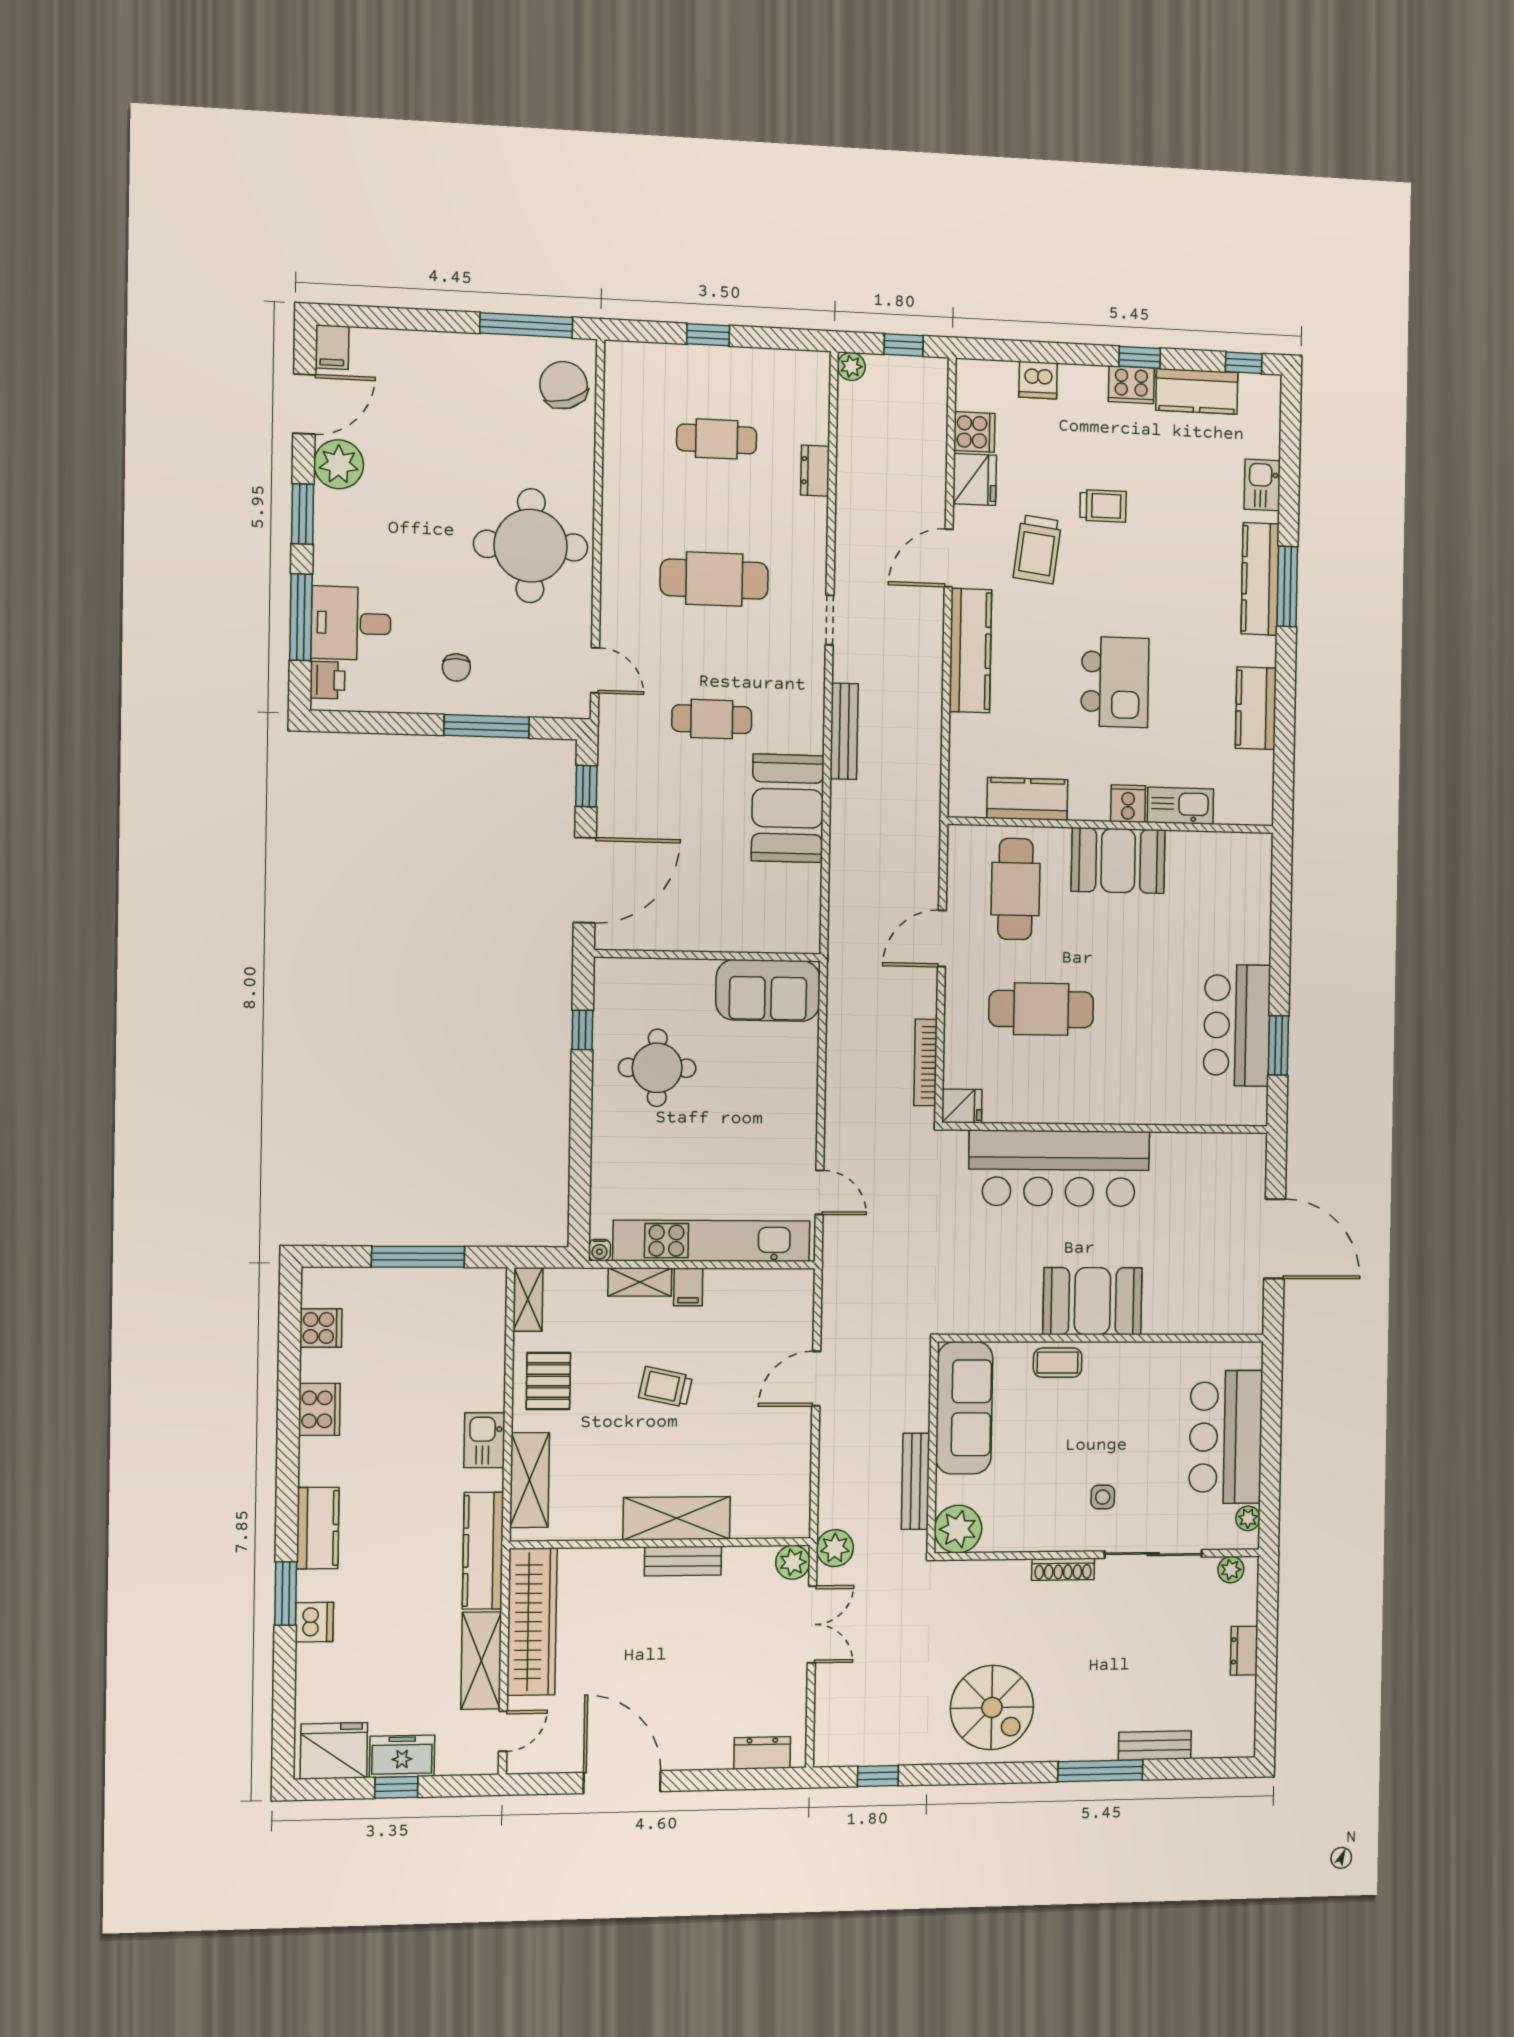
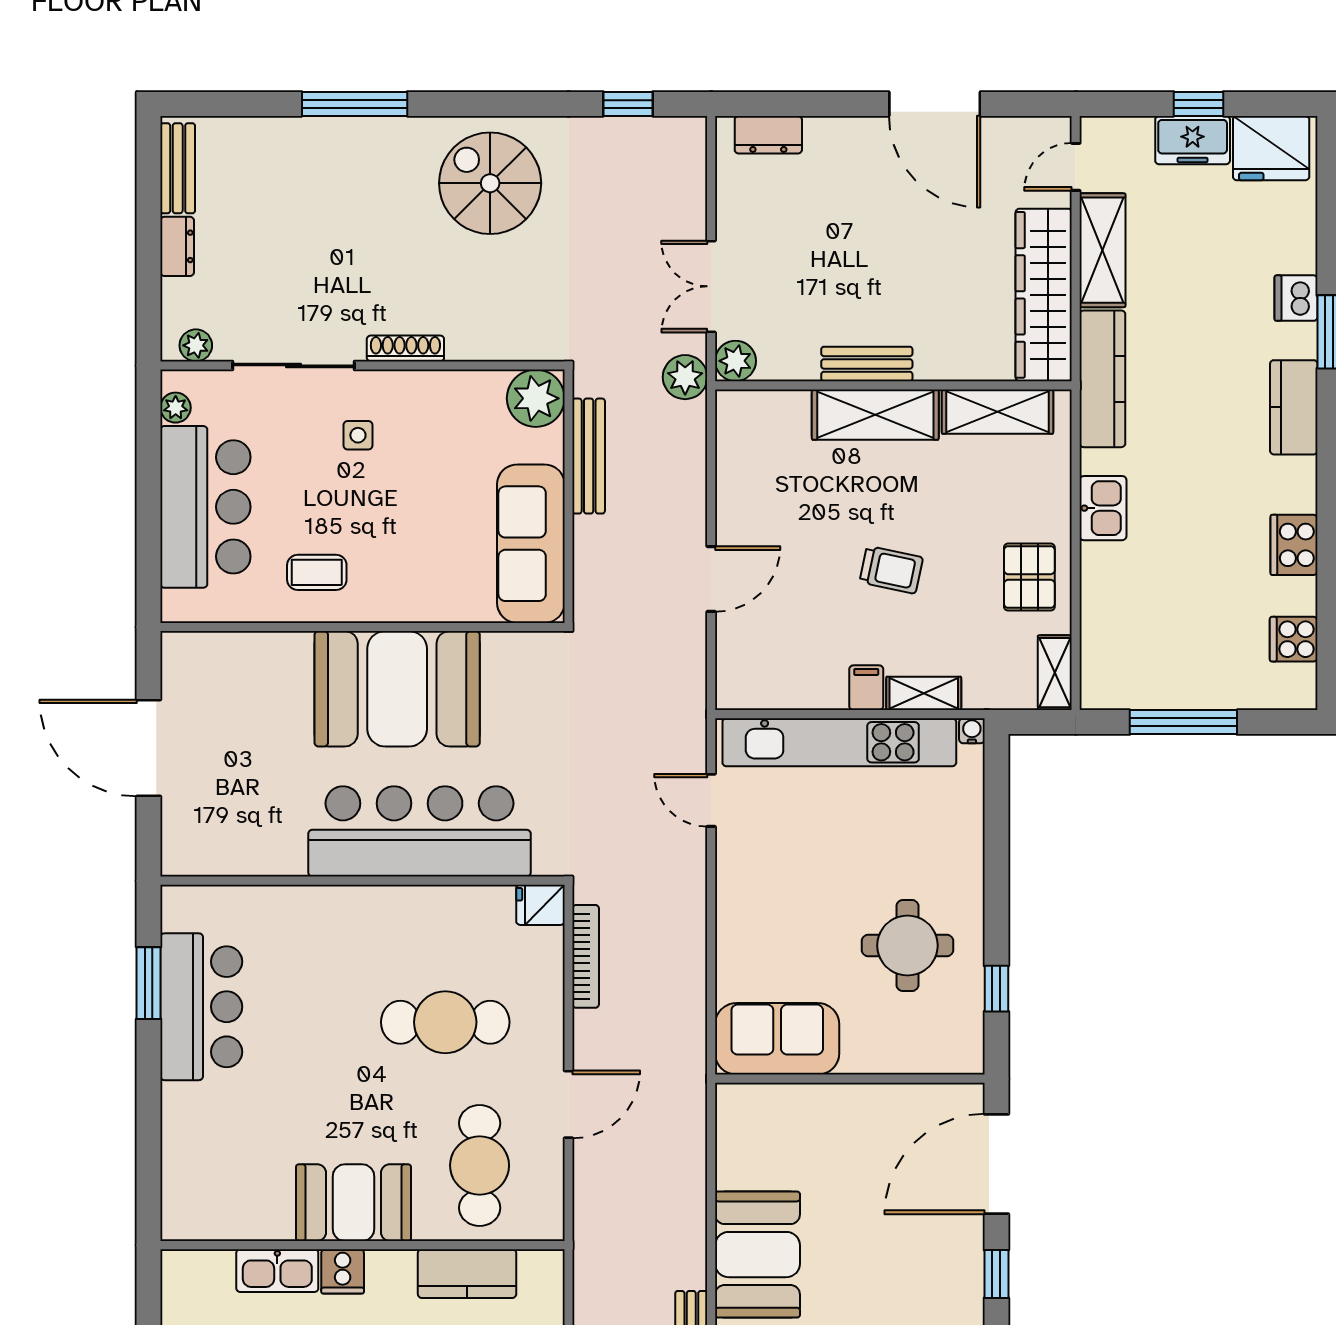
booth: (1092, 1301) -> (397, 689), width x1.36, depth x1.42
coffee table: (1058, 1363) -> (317, 572), moved
shelving: (530, 1480) -> (998, 412), moved, turned 90
bench: (1155, 1745) -> (178, 168), moved, turned 90

